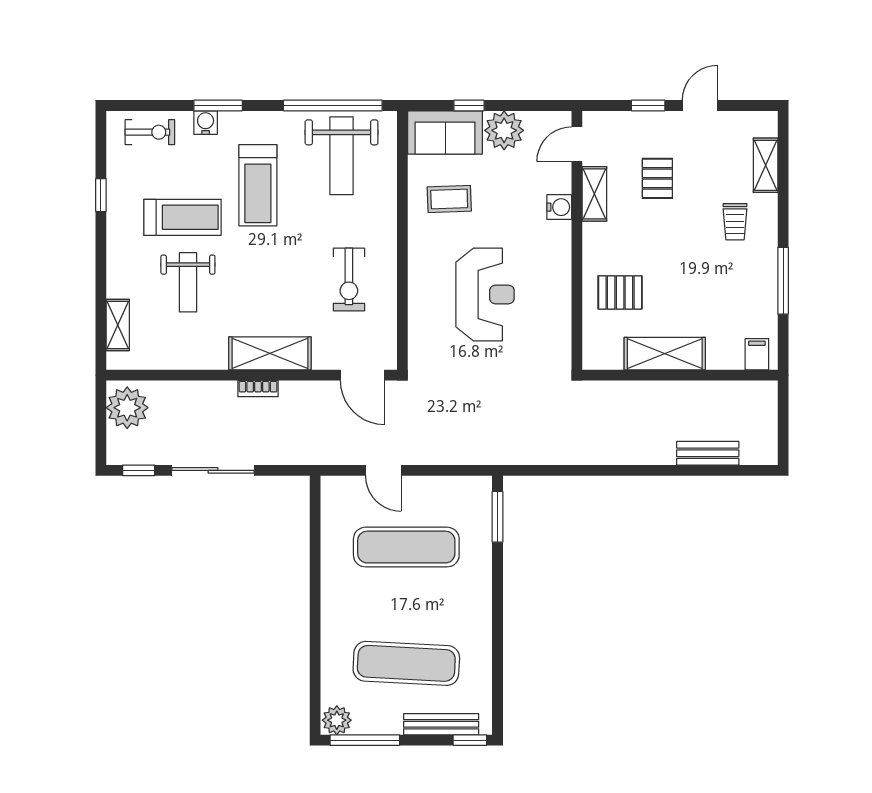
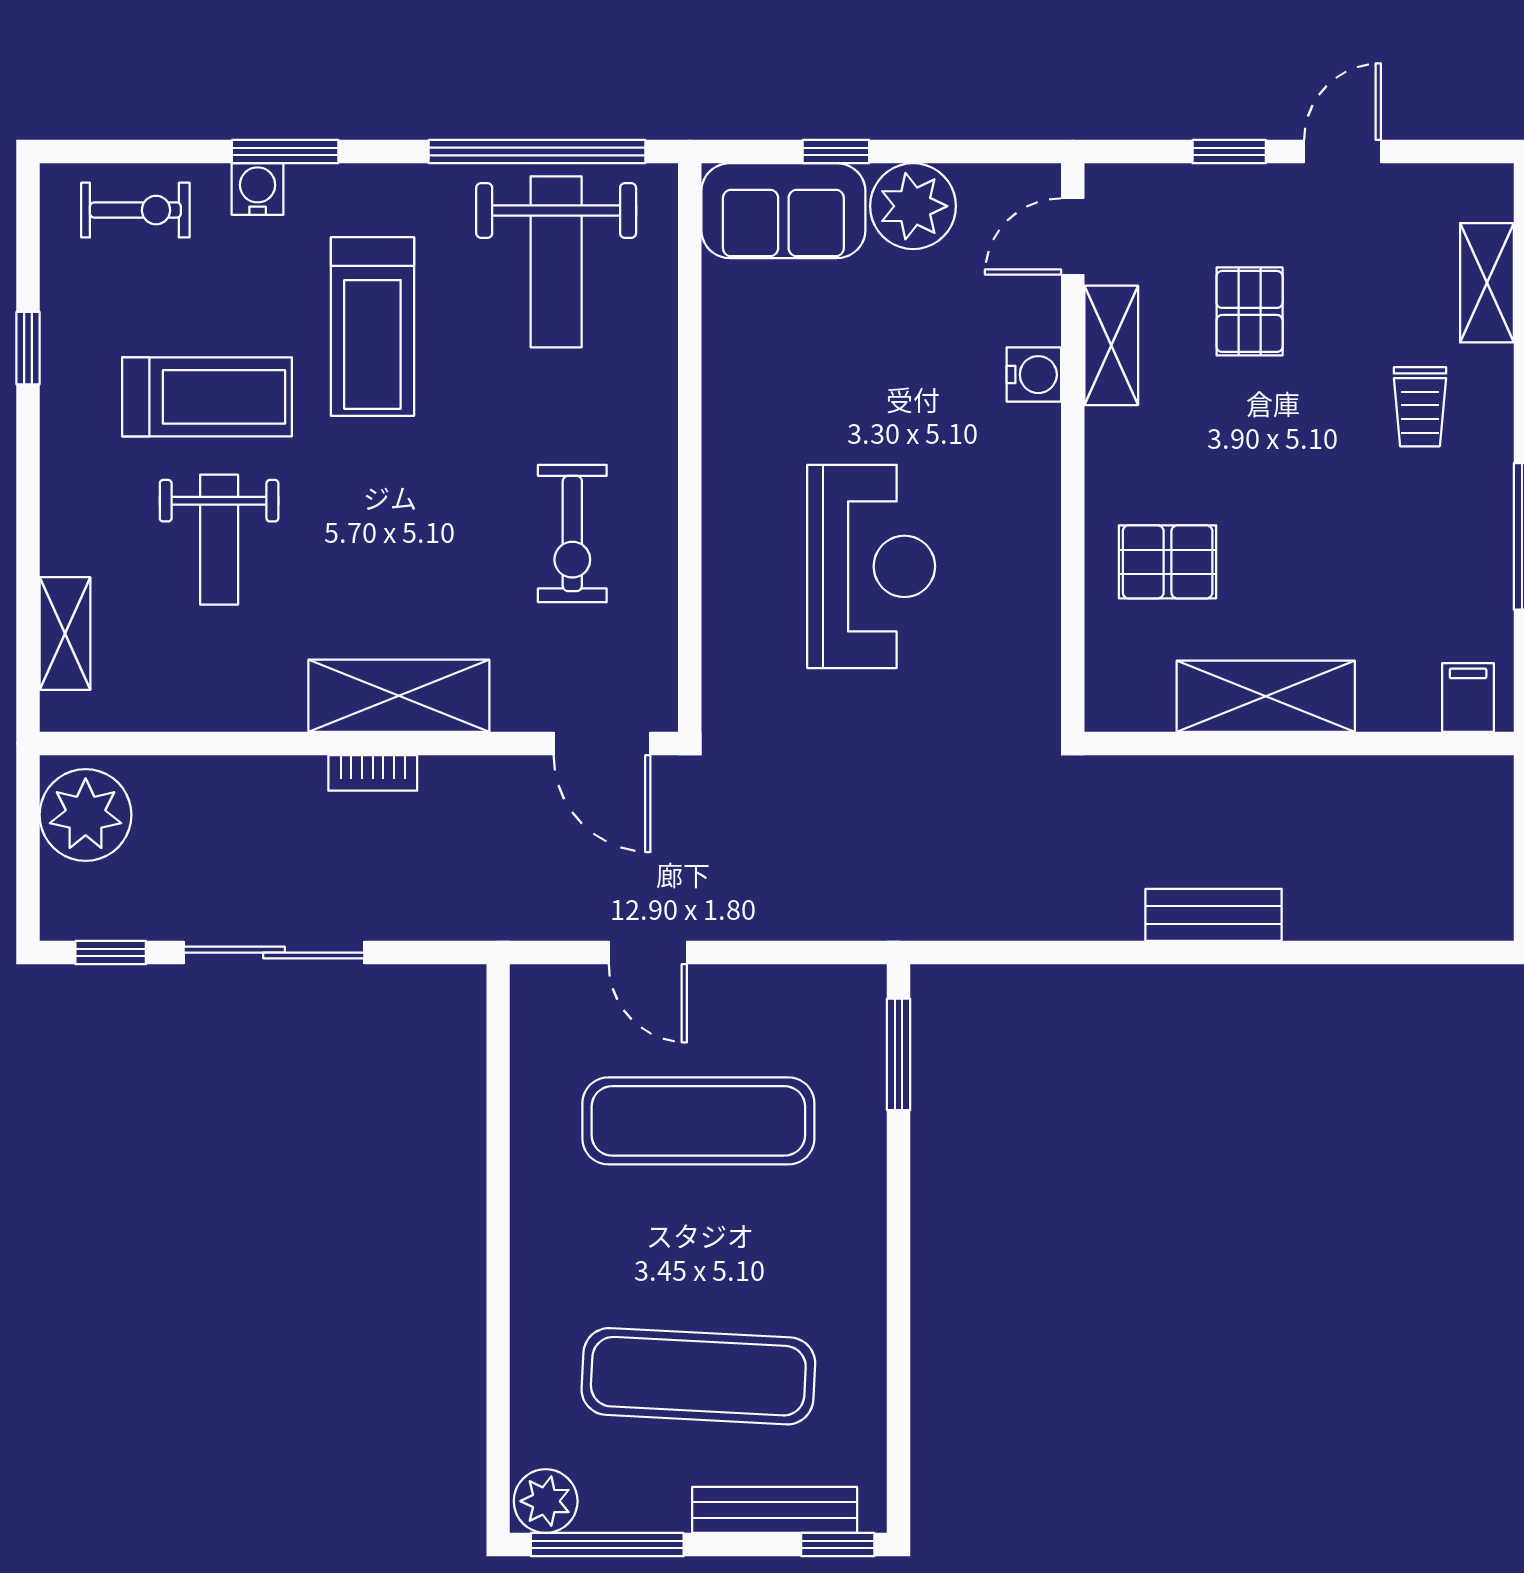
coffee table: (449, 199) -> (793, 357), removed
bench: (708, 453) -> (1214, 915), moved

